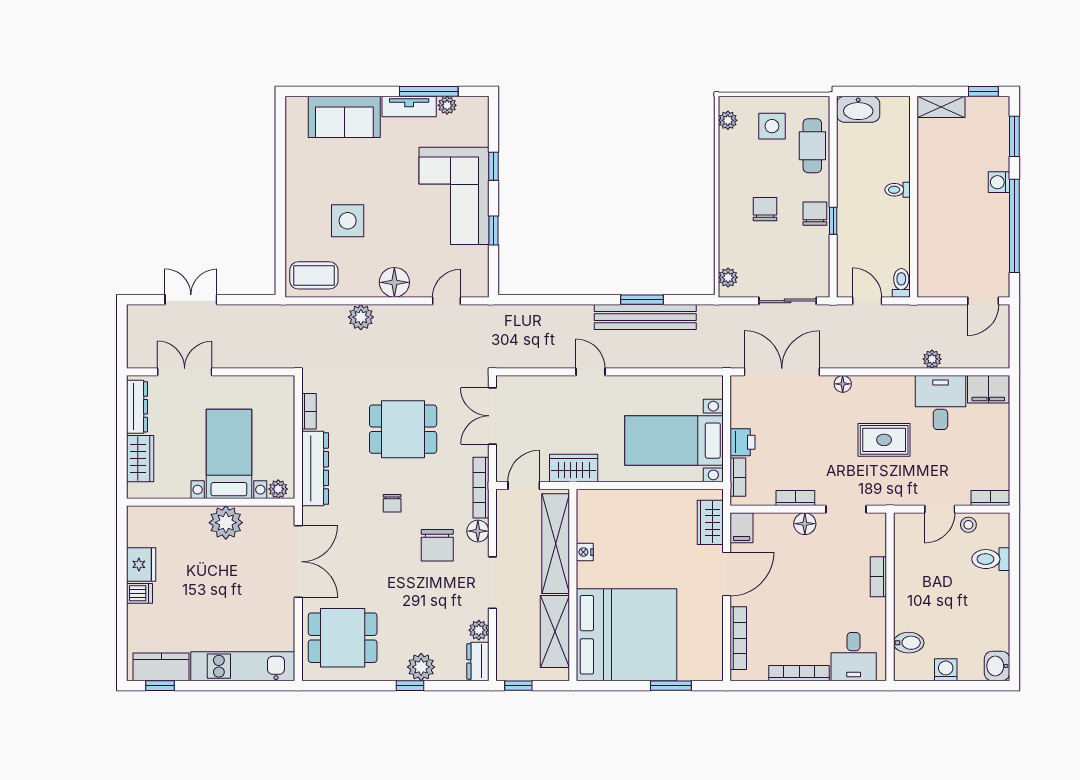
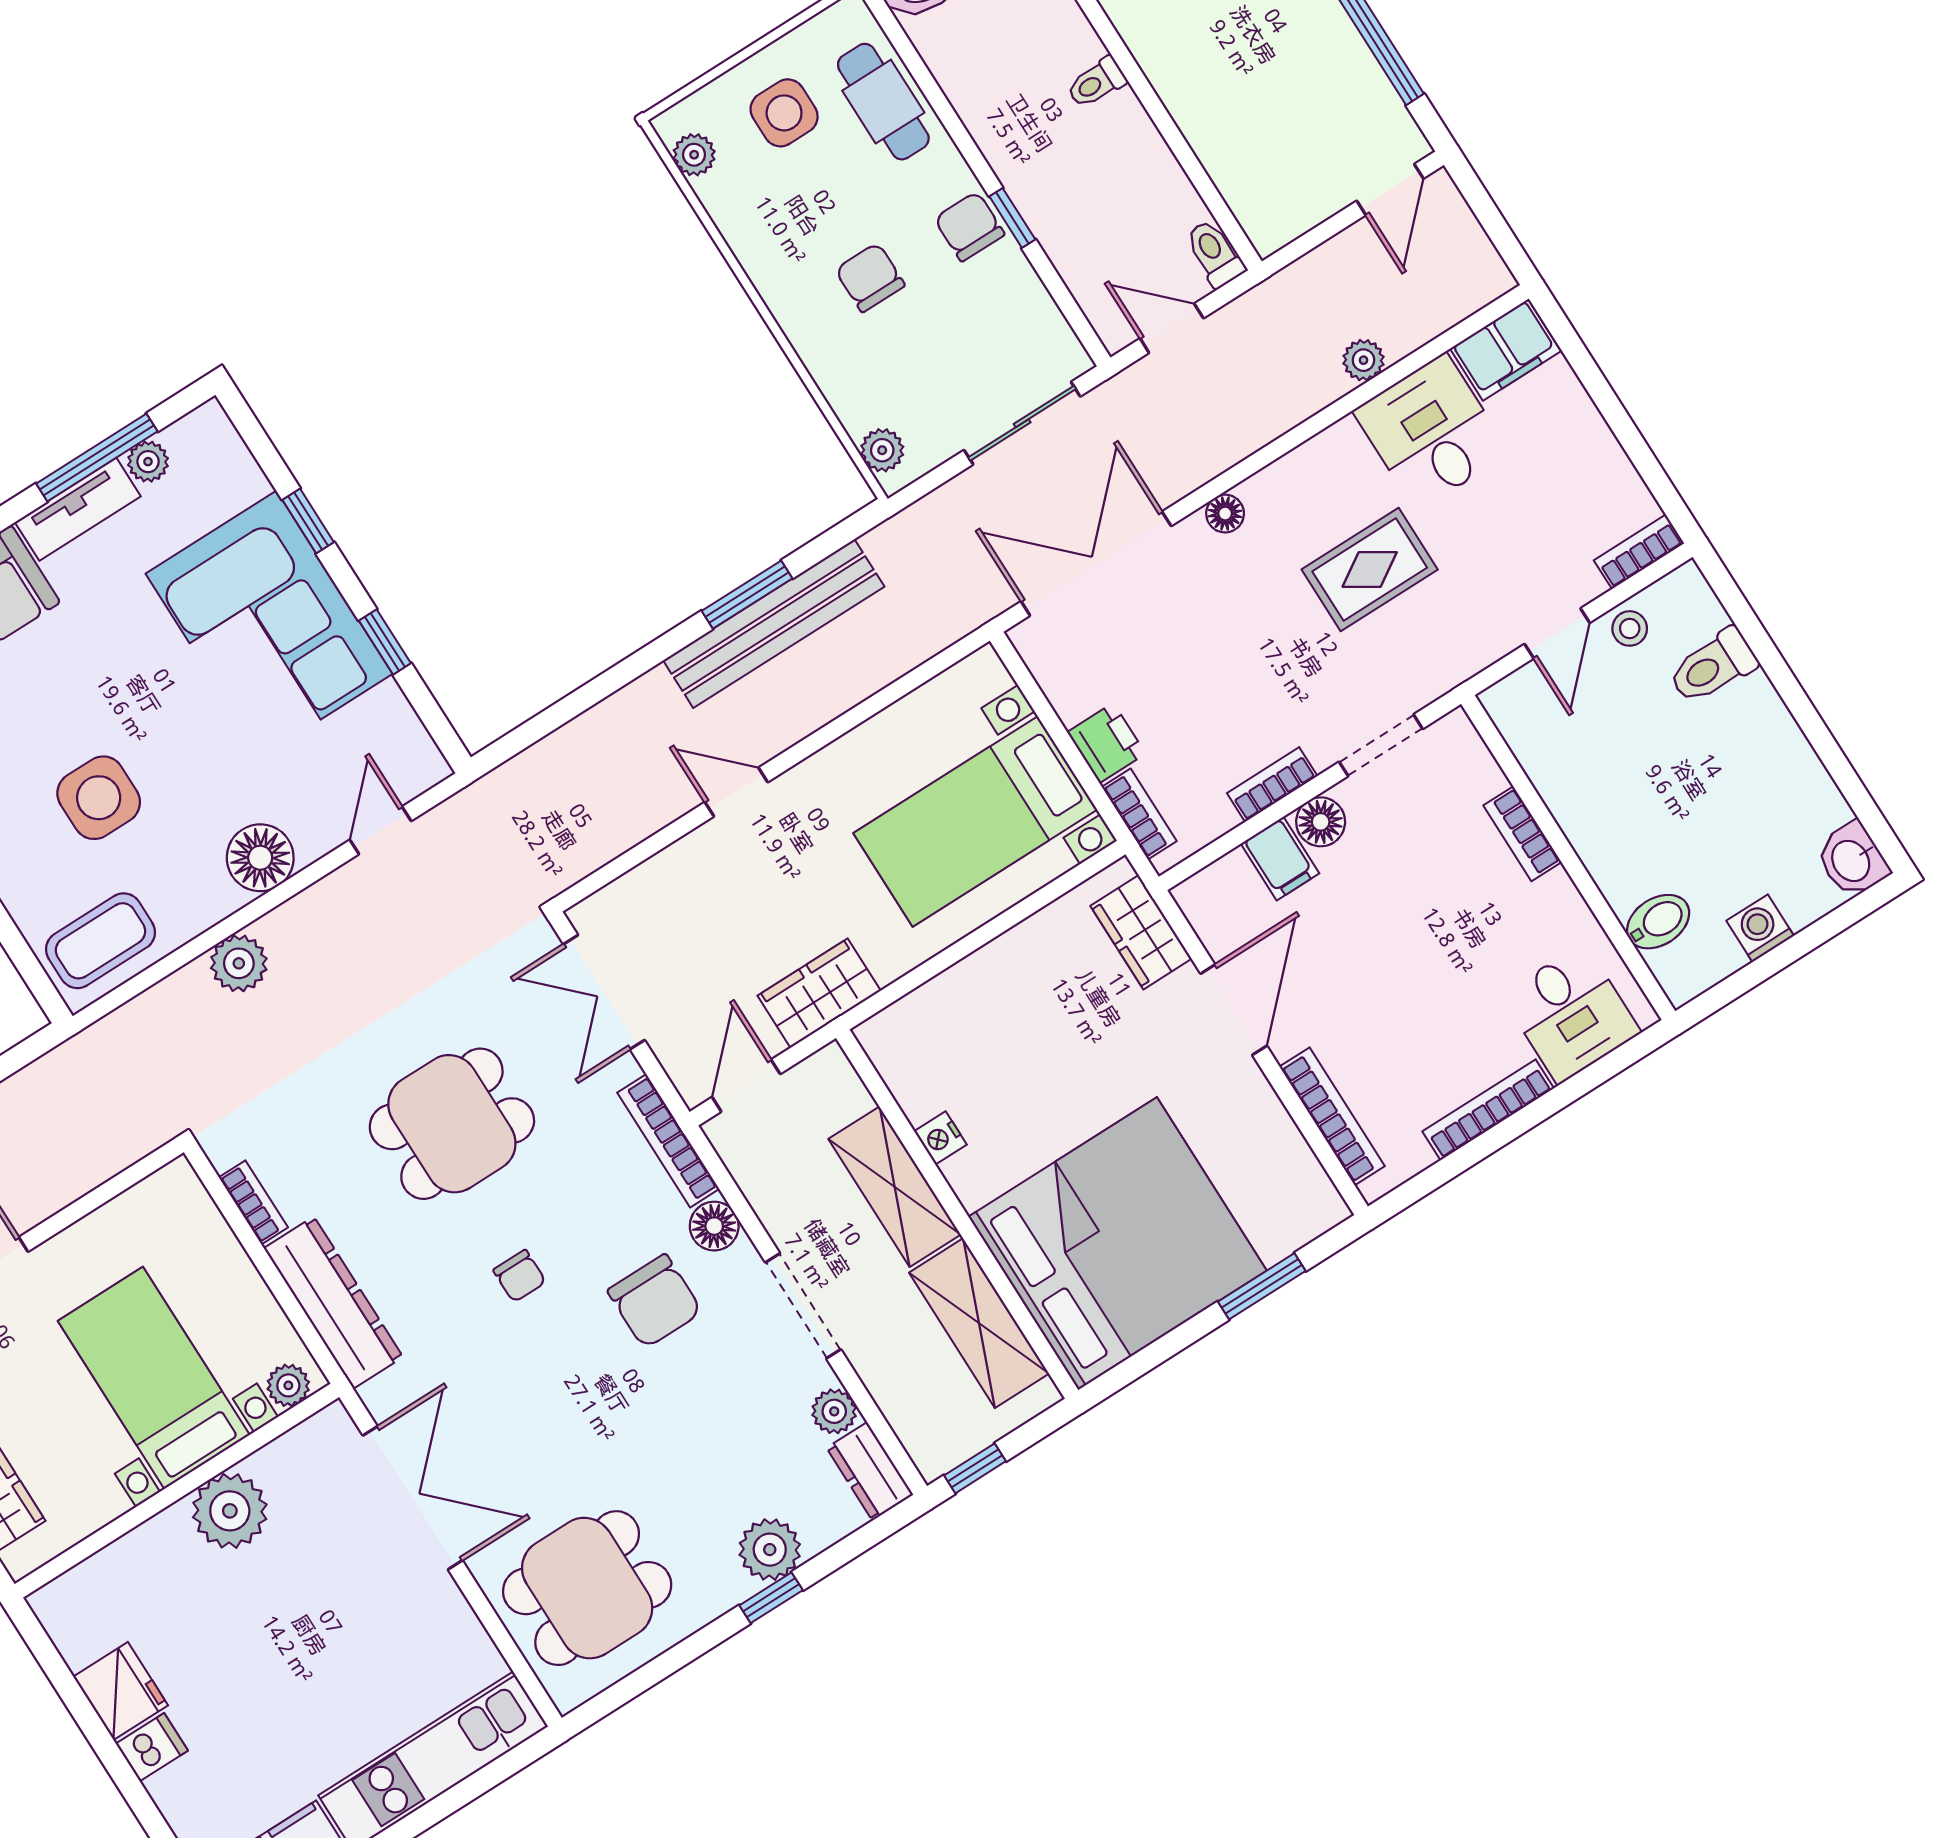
filing cabinet: (742, 528) -> (1280, 859), moved
shelving: (556, 544) -> (895, 1187), width x0.68

